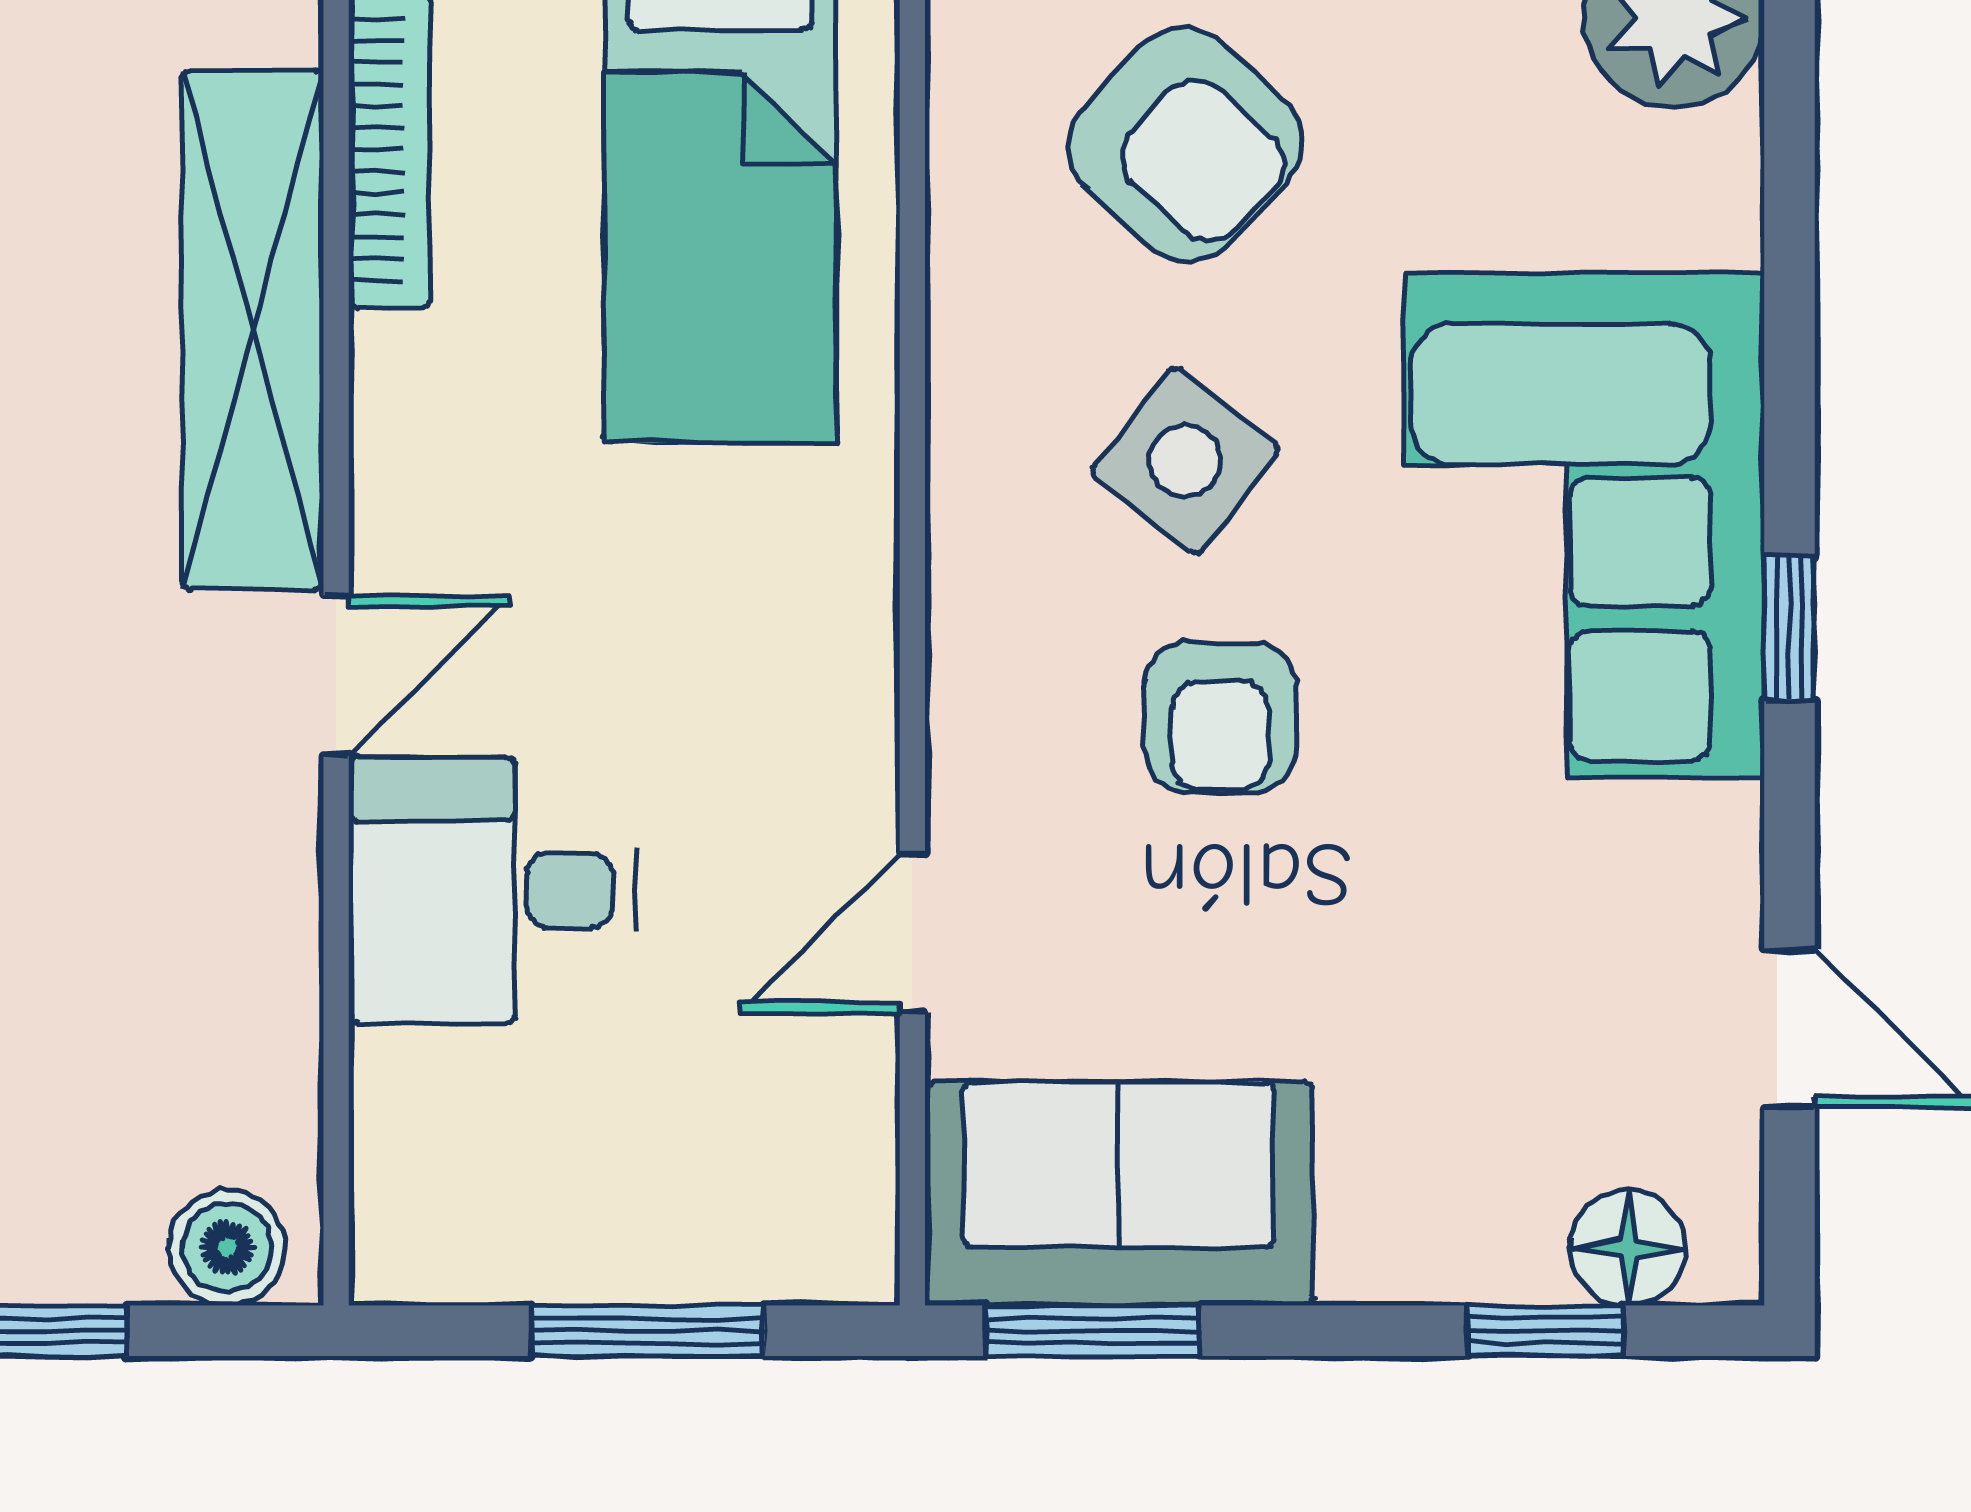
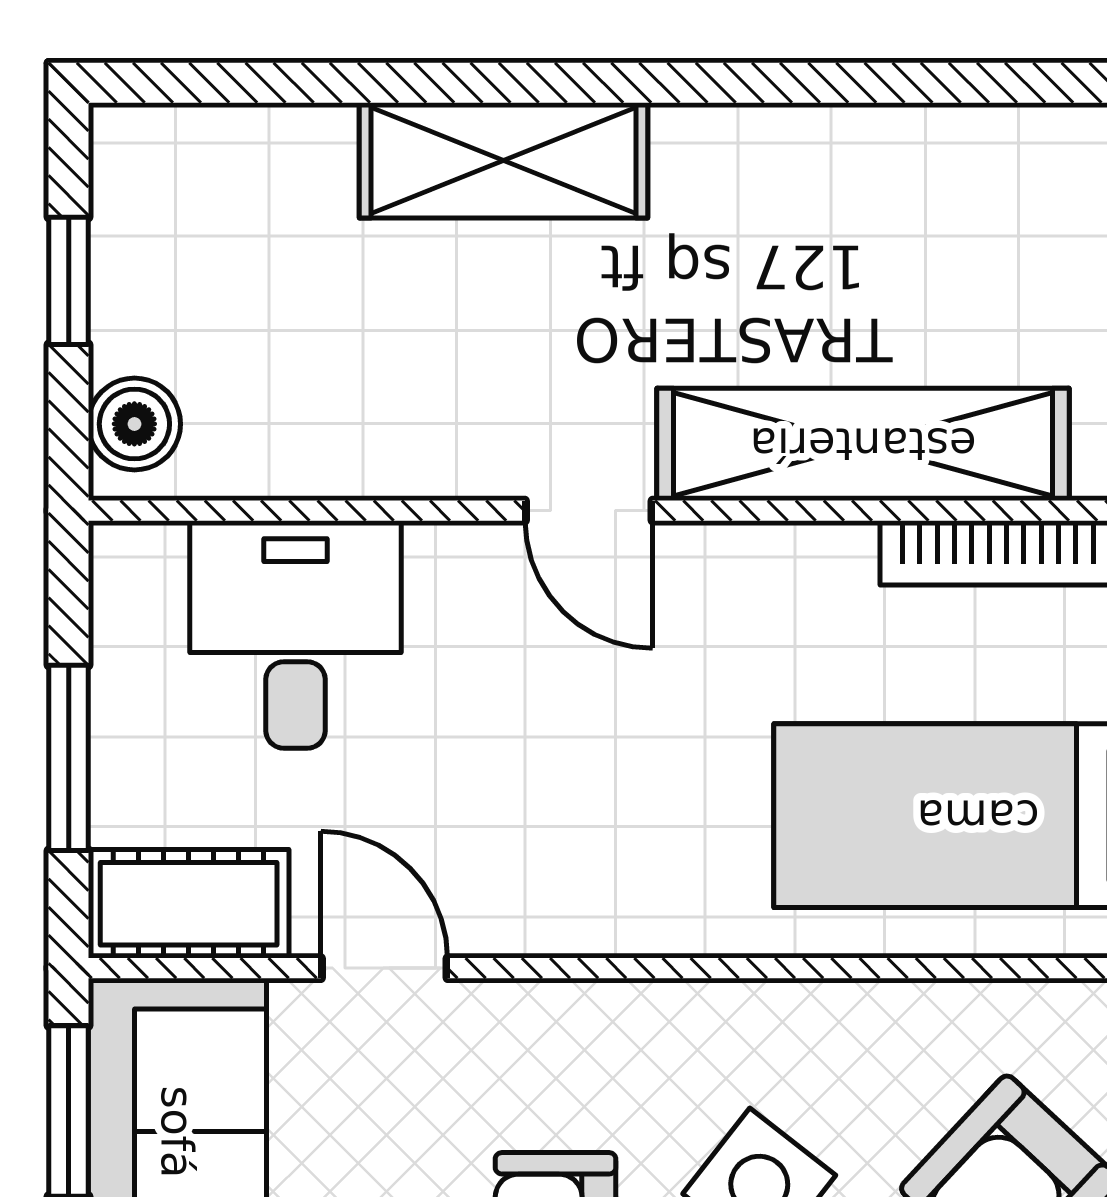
desk: (492, 890) -> (296, 634), moved
cot: (831, 1179) -> (189, 904), added

